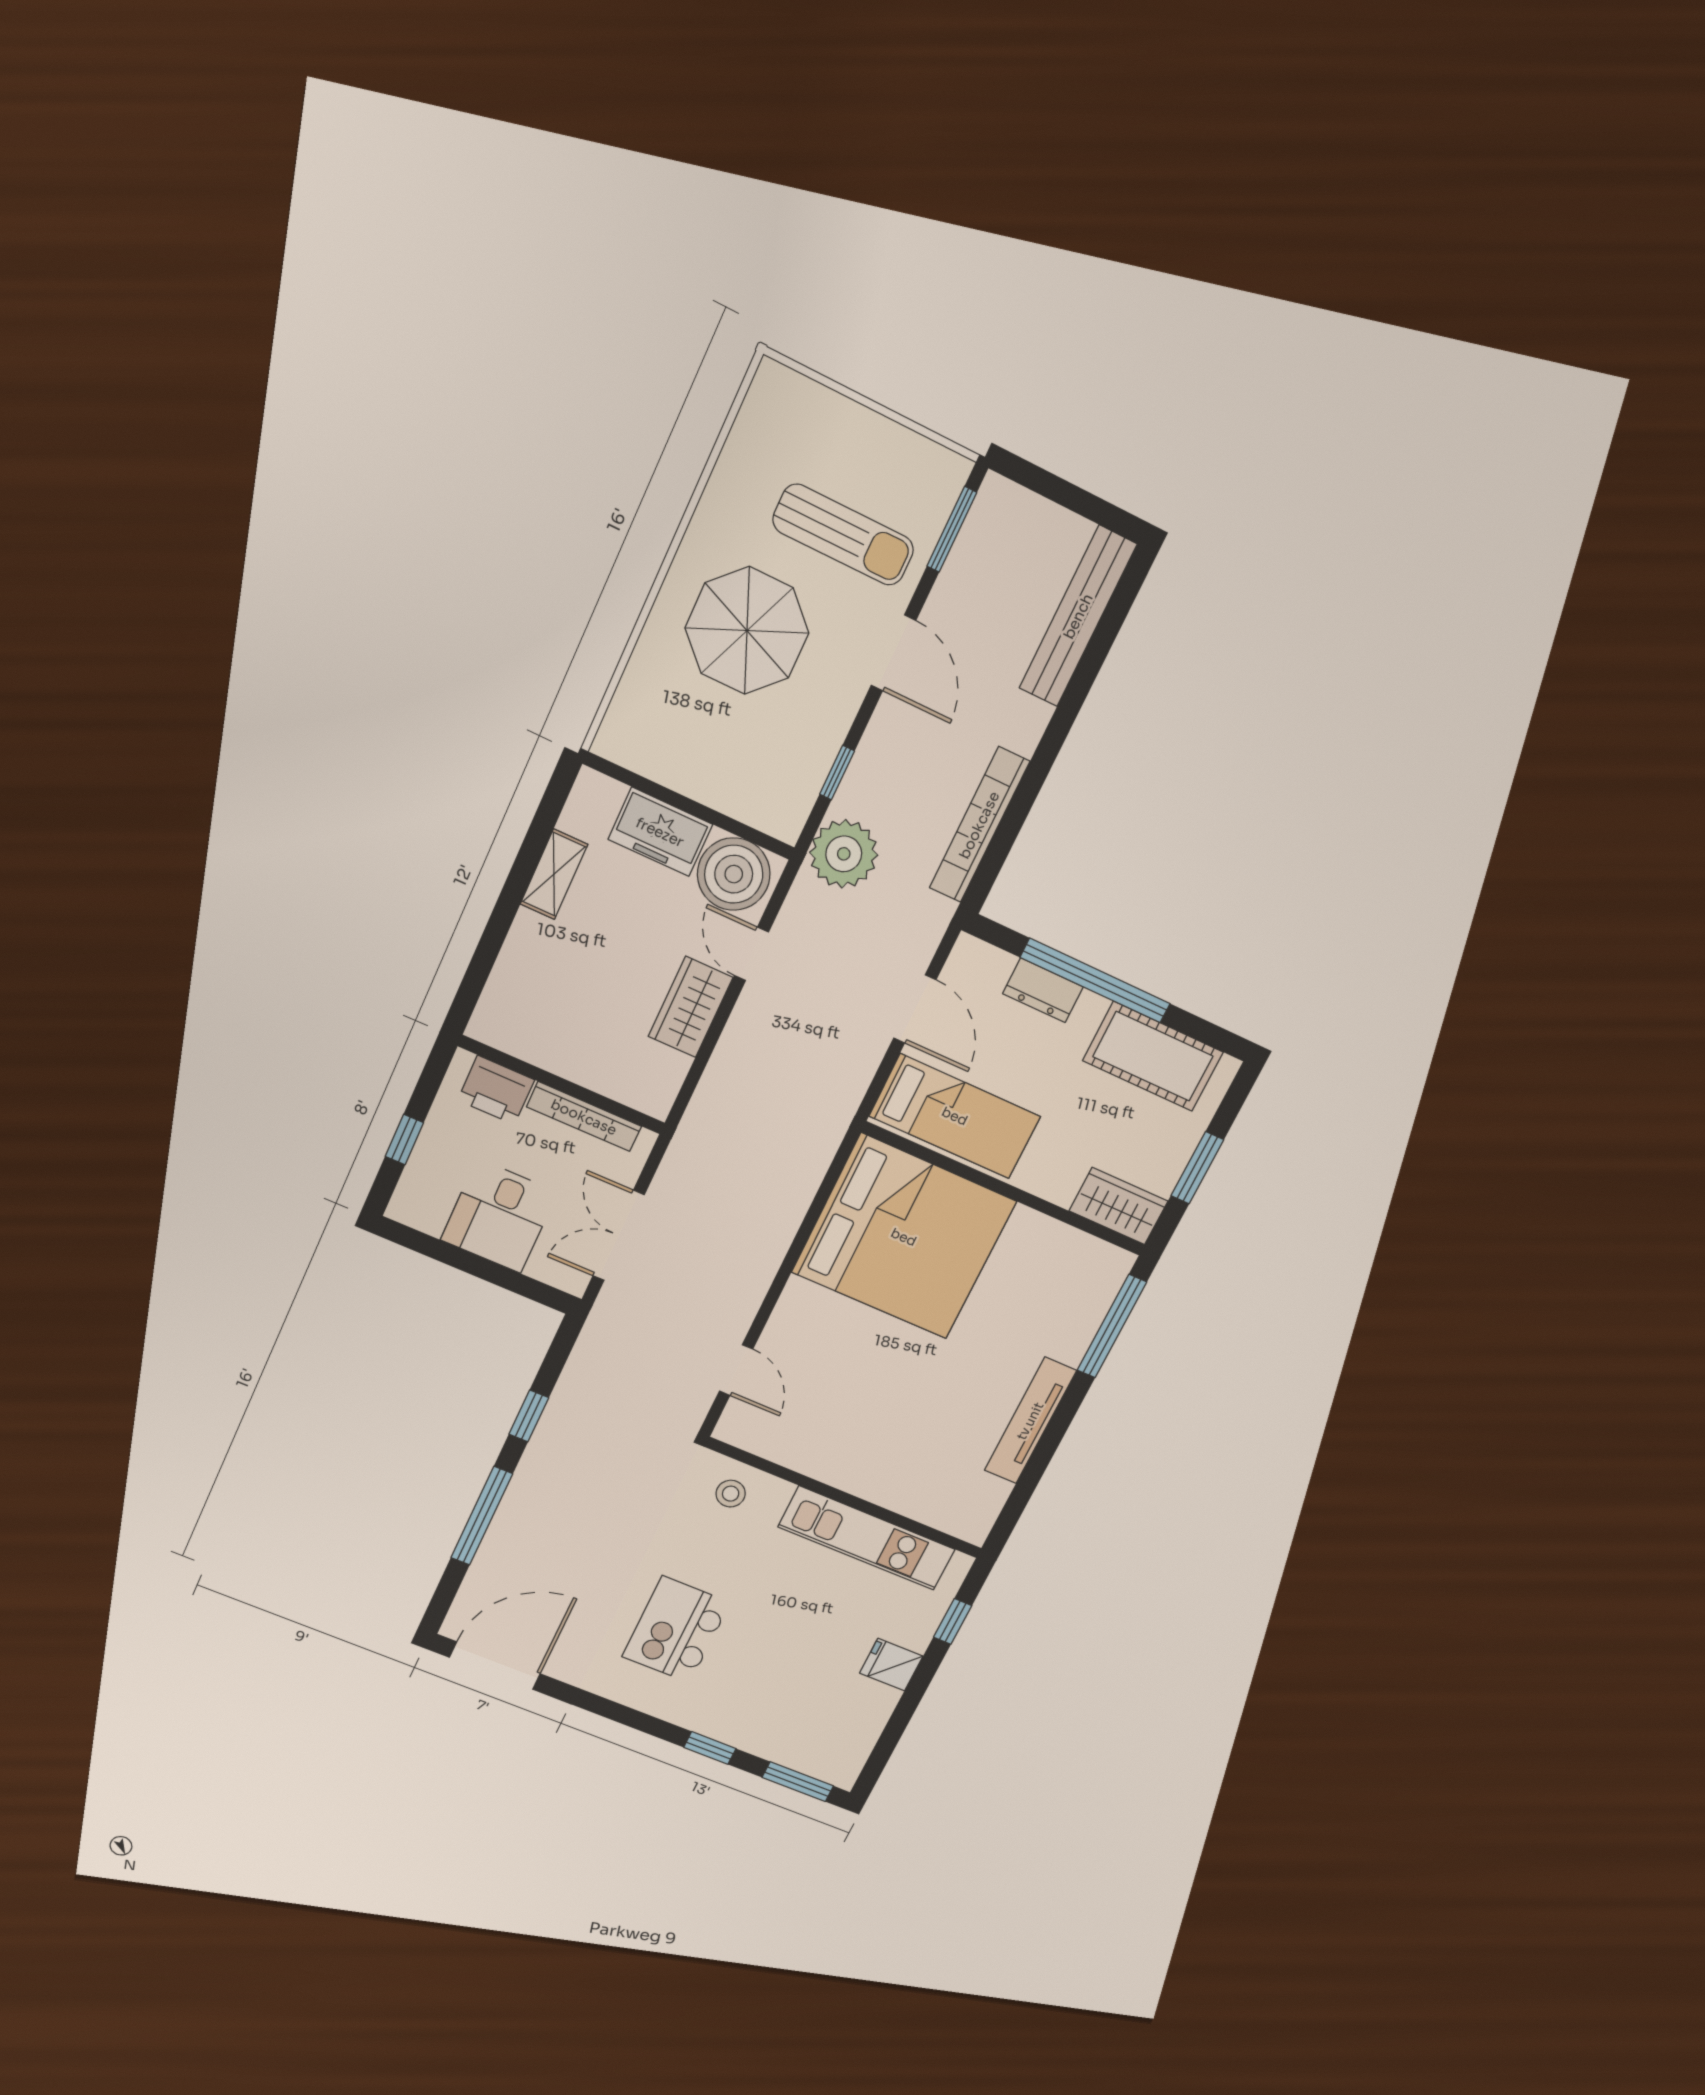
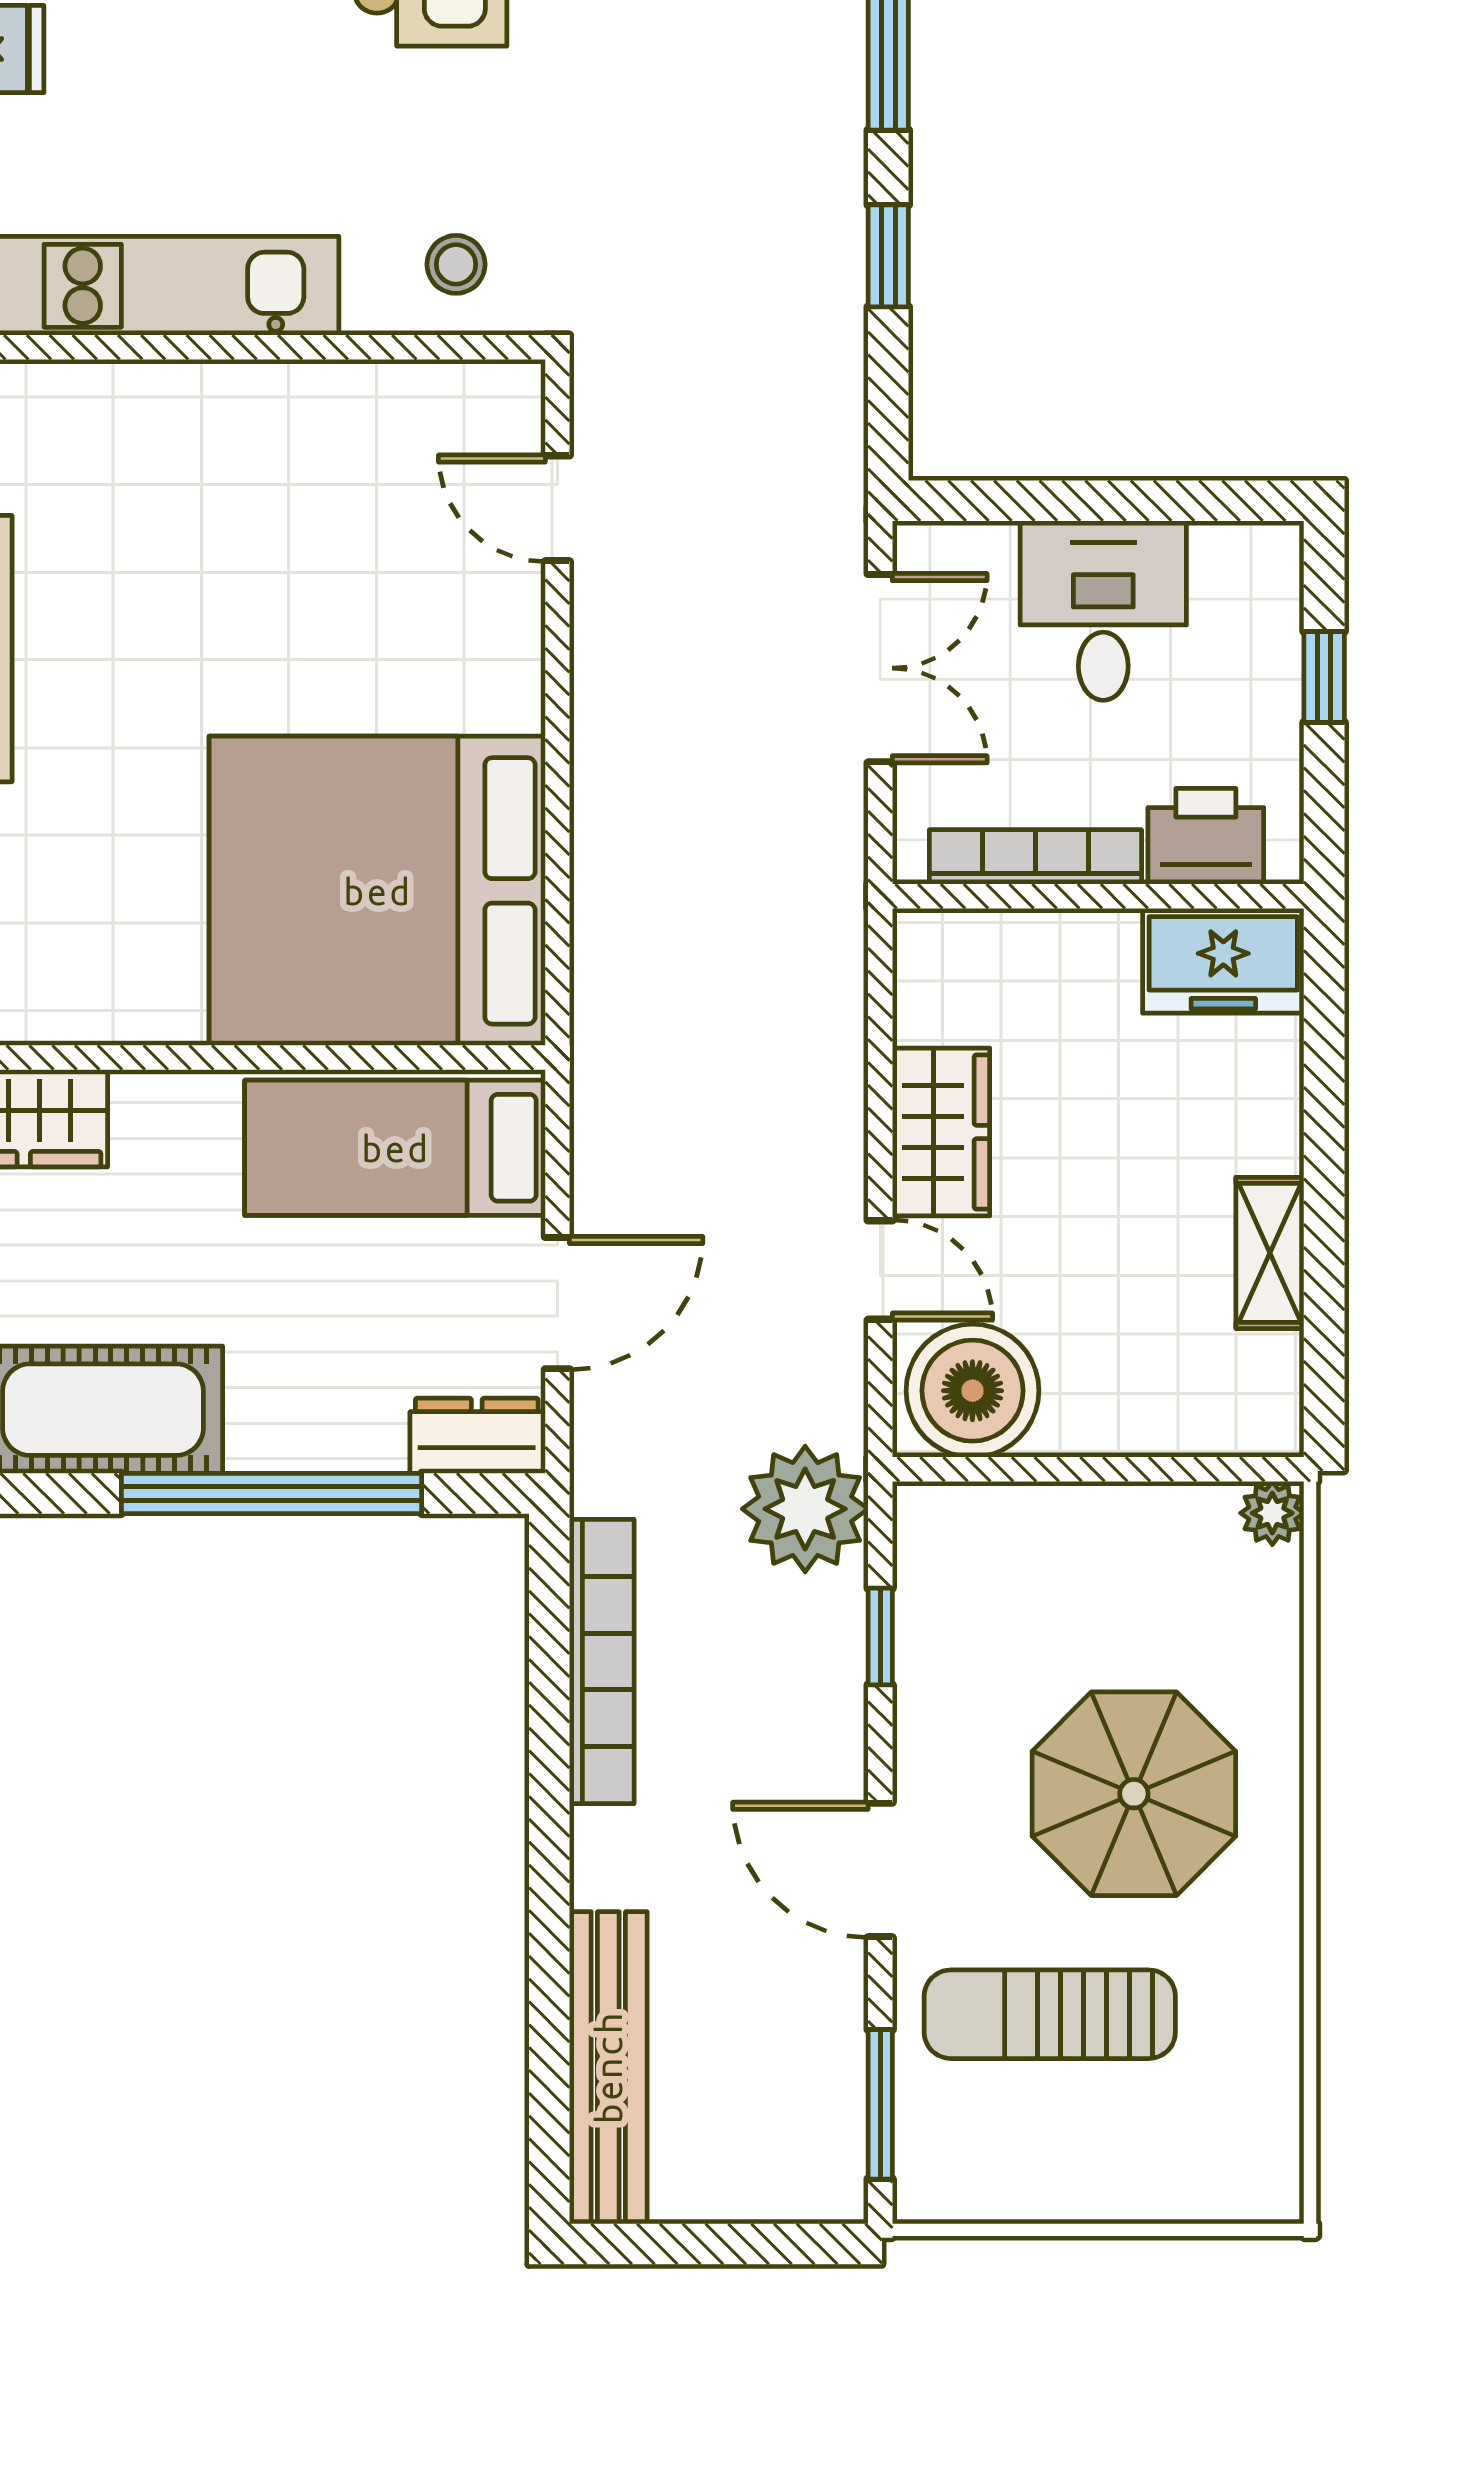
plant: (611, 743) -> (1272, 1513), added
freezer: (660, 832) -> (1223, 961), moved, turned 180
dresser: (1043, 990) -> (477, 1436), moved
door: (915, 1009) -> (557, 1303), swing flipped

